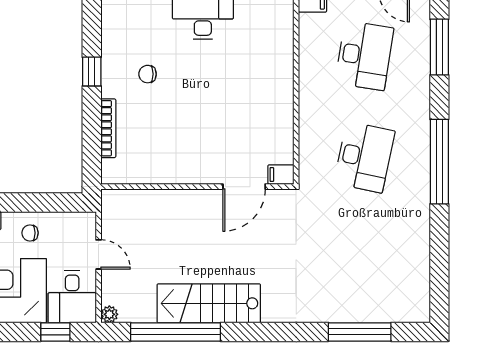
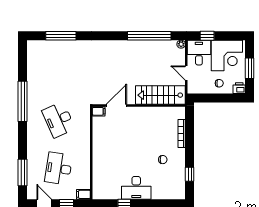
window: (92, 72) -> (190, 174), moved
desk: (364, 157) -> (59, 120), turned -36
window: (439, 162) -> (23, 101), moved
stairs: (209, 303) -> (160, 95), moved, turned 180

